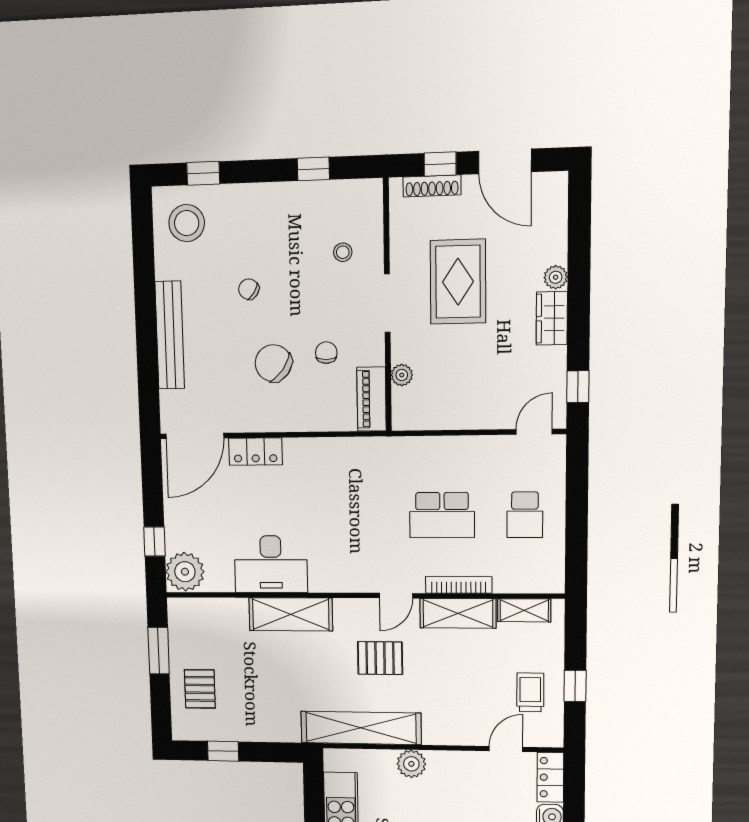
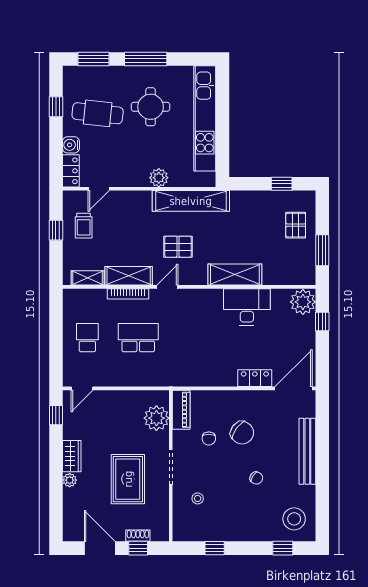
shoe rack: (432, 186) -> (138, 536), width x0.70
plant: (402, 375) -> (156, 418), width x1.88, depth x1.88

